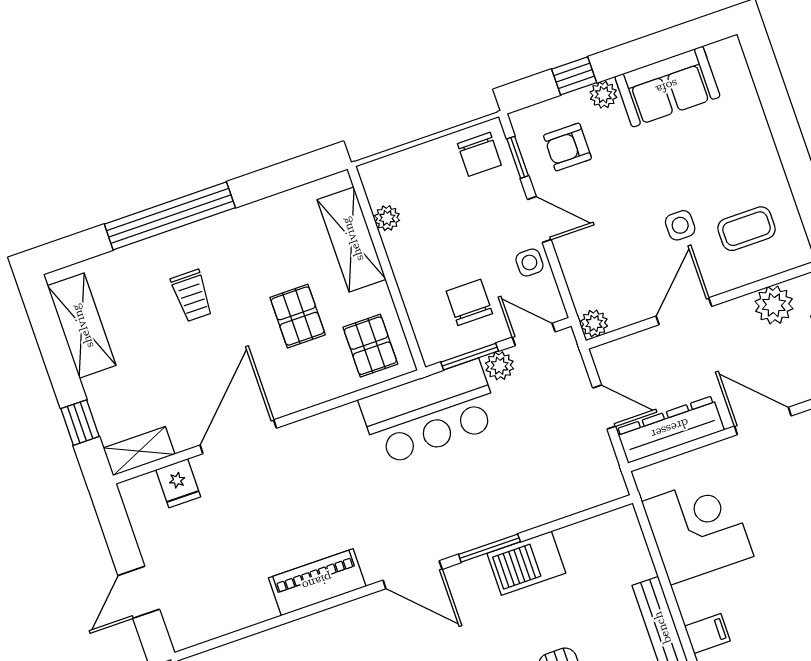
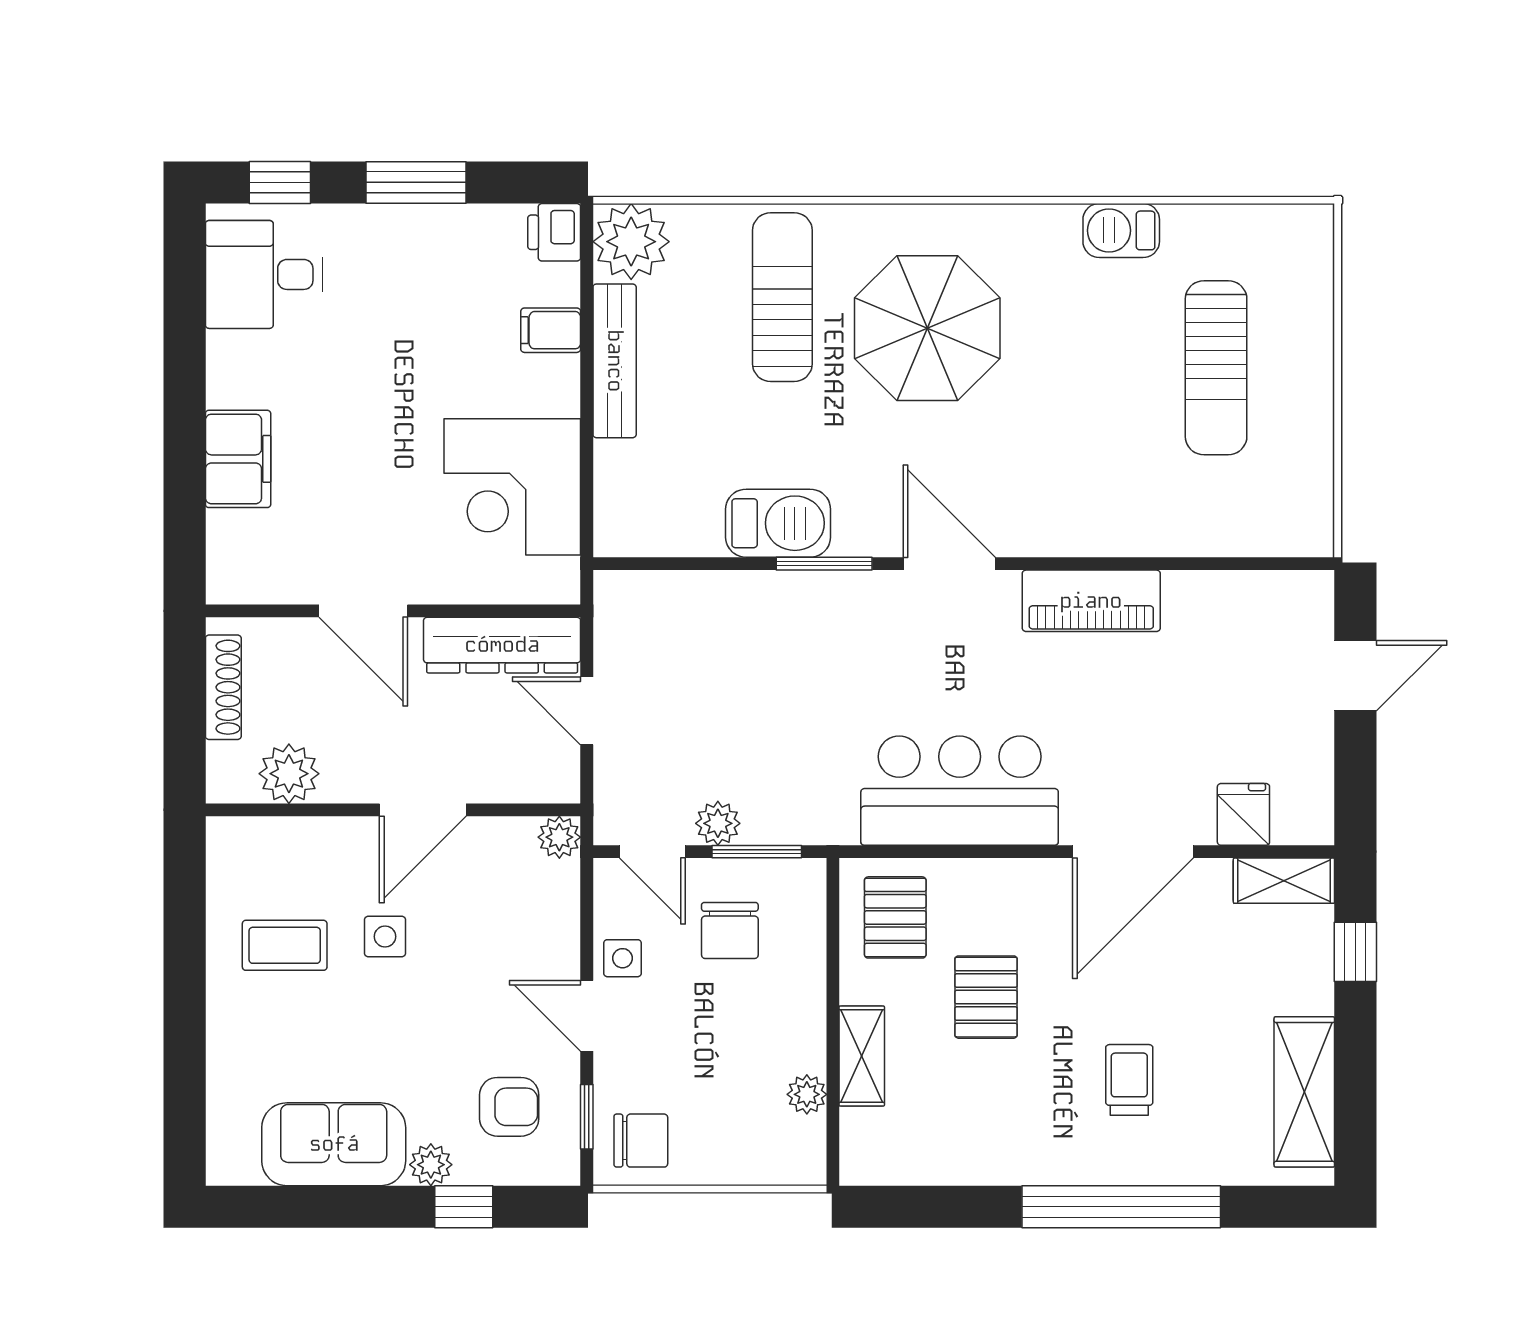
chair: (479, 154) -> (641, 1141), turned 90
coffee table: (747, 229) -> (285, 945), moved
shelving: (352, 239) -> (862, 1056), width x0.67, depth x0.75
bar counter: (430, 412) -> (960, 791), moved

